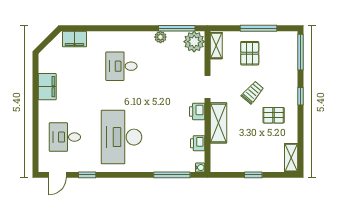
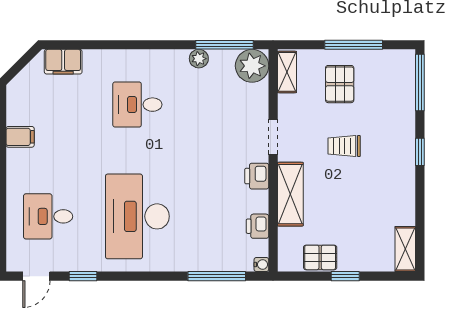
filing cabinet: (47, 87) -> (20, 137), width x0.50
trolley: (253, 92) -> (344, 146), turned -131
pallet: (274, 115) -> (320, 257), moved

